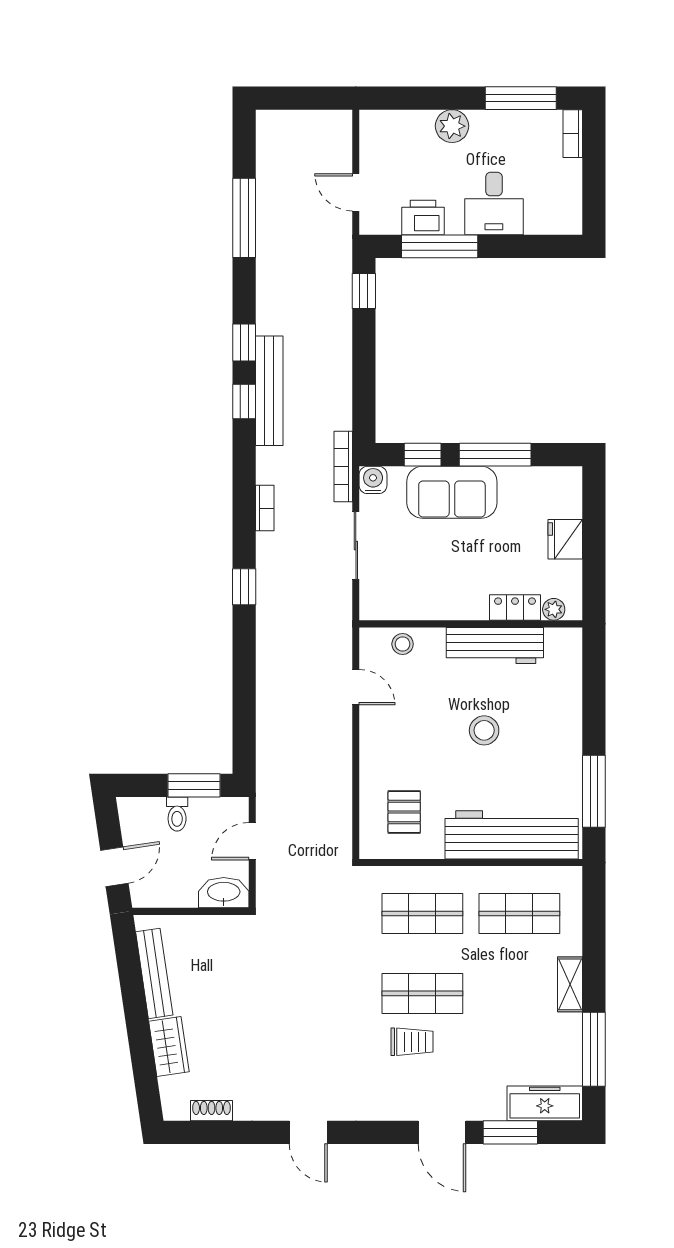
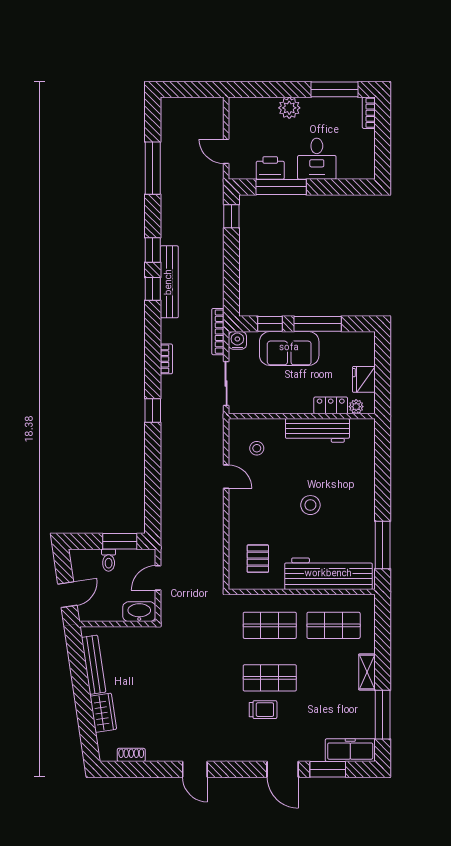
locker: (515, 608) -> (331, 405), moved
plant: (554, 609) -> (356, 407), moved
wall: (471, 624) -> (302, 416), moved
workbench: (495, 645) -> (317, 430), moved

